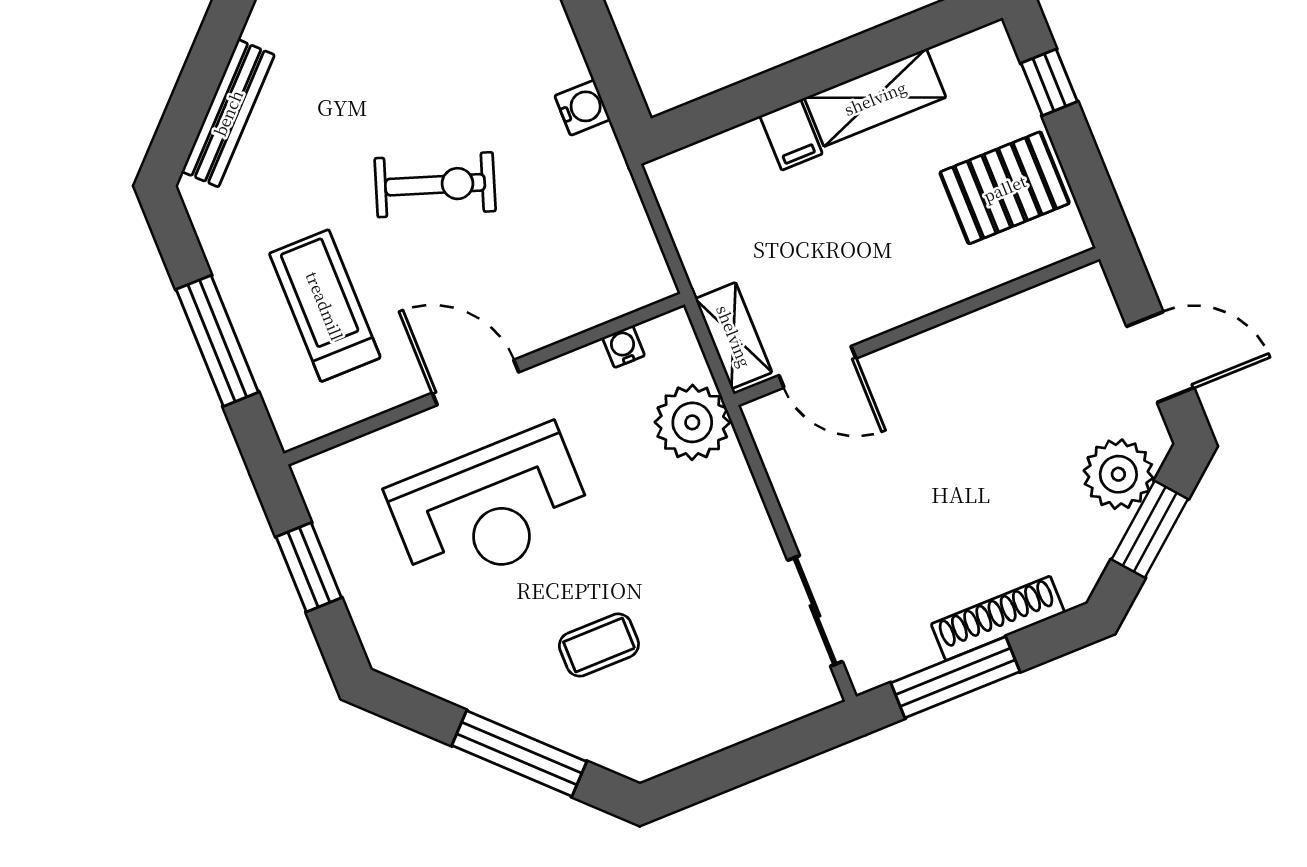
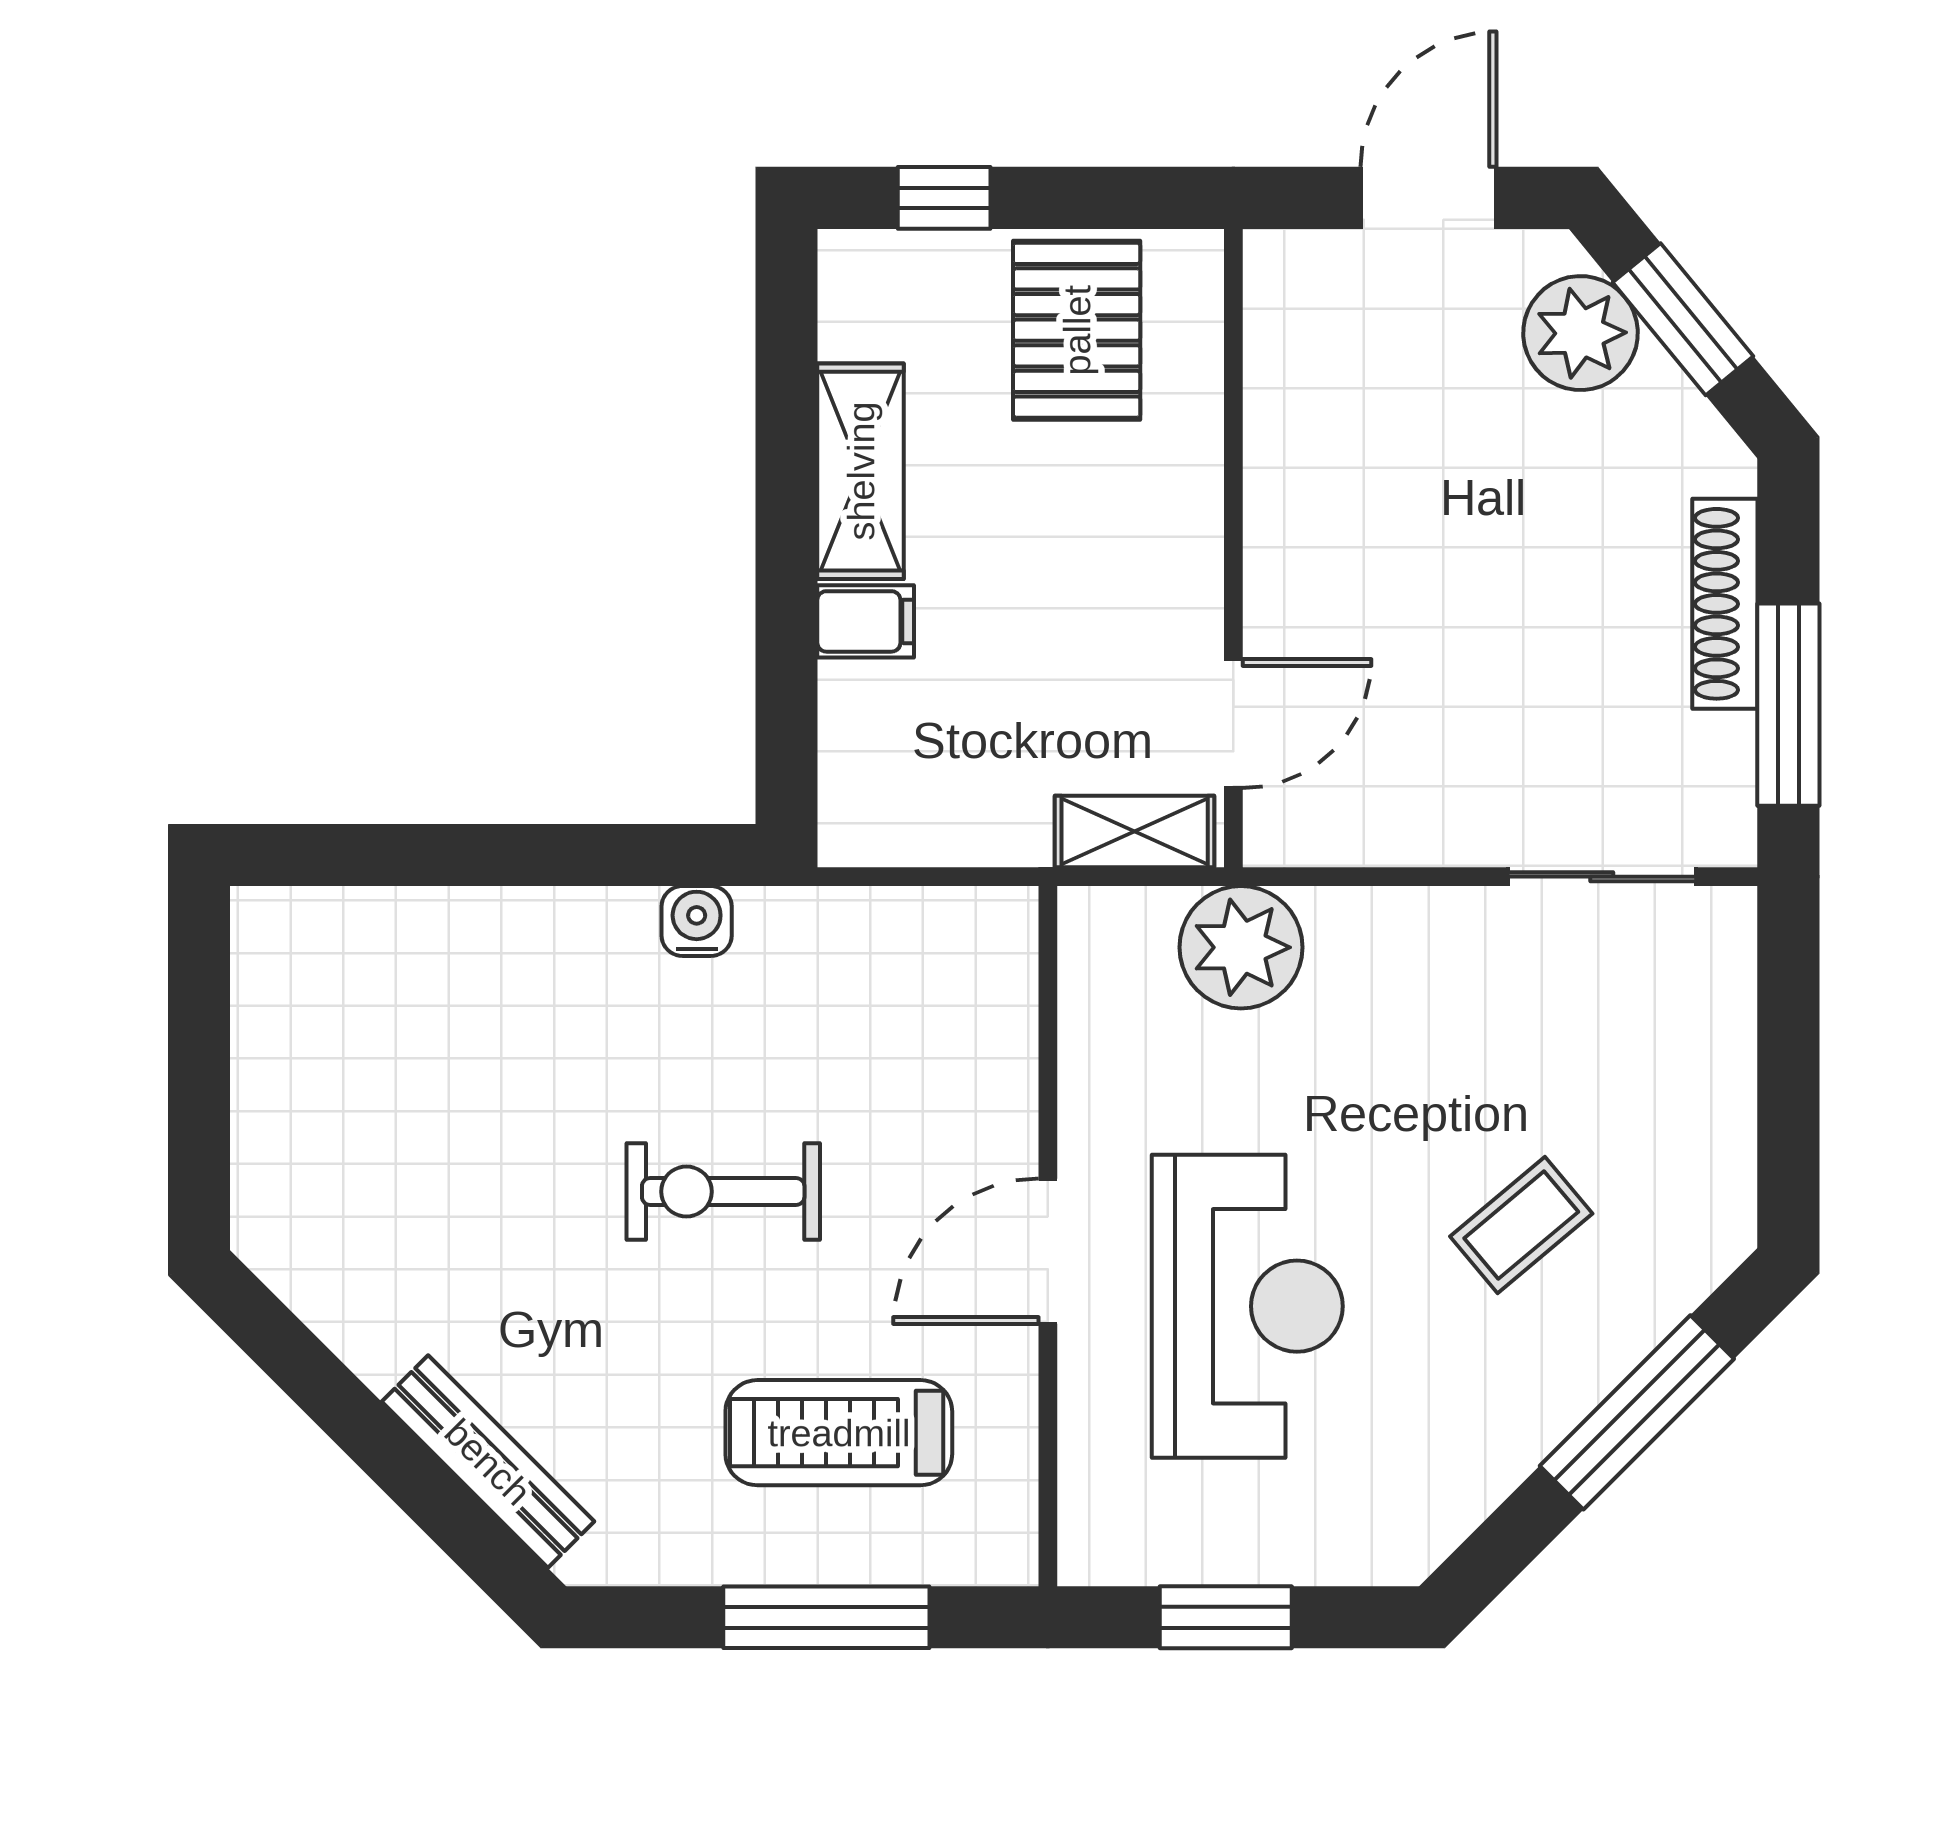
exercise bike: (435, 185) -> (723, 1192), turned -109
water cooler: (624, 347) -> (1084, 1005), removed
coffee table: (599, 645) -> (1521, 1225), turned 50

